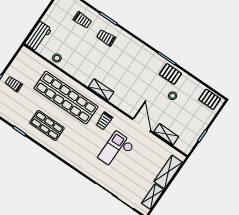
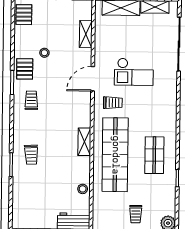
trolley: (82, 20) -> (31, 100), moved
shelving: (101, 90) -> (84, 142), moved
door: (141, 125) -> (93, 79), moved

